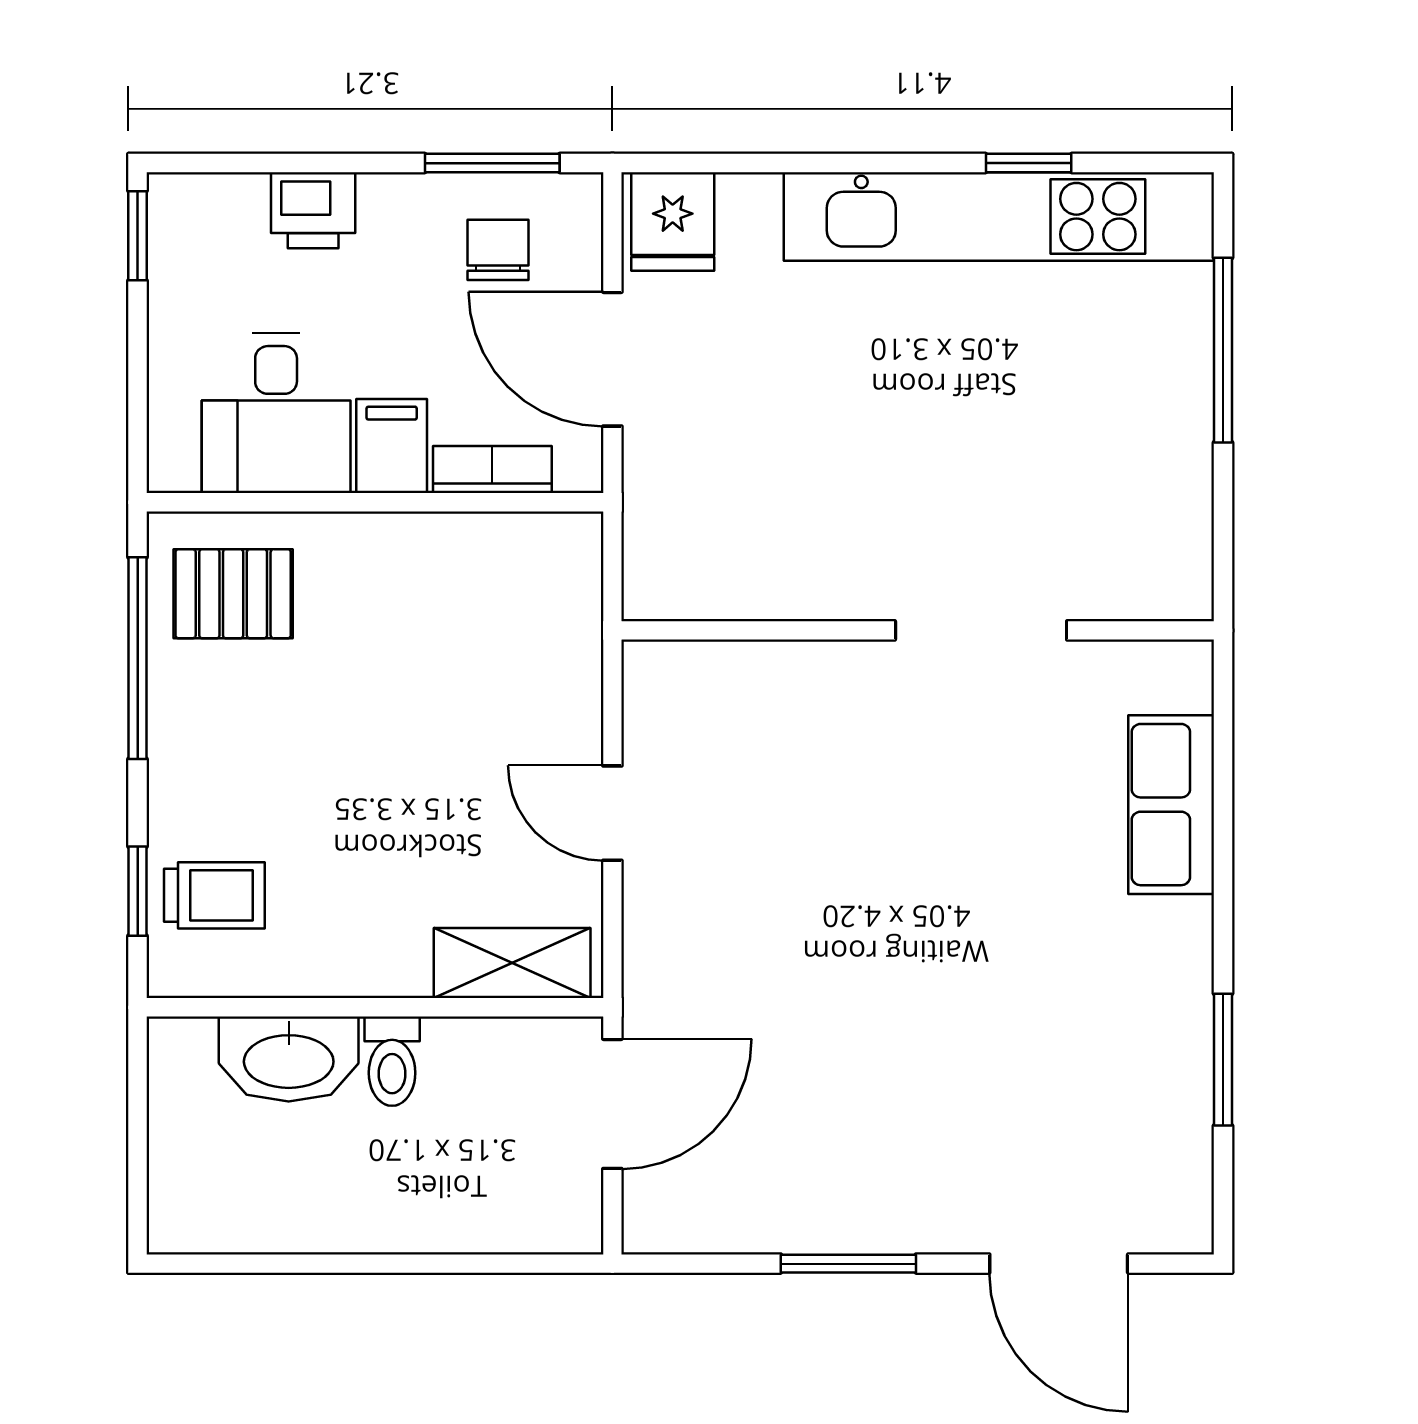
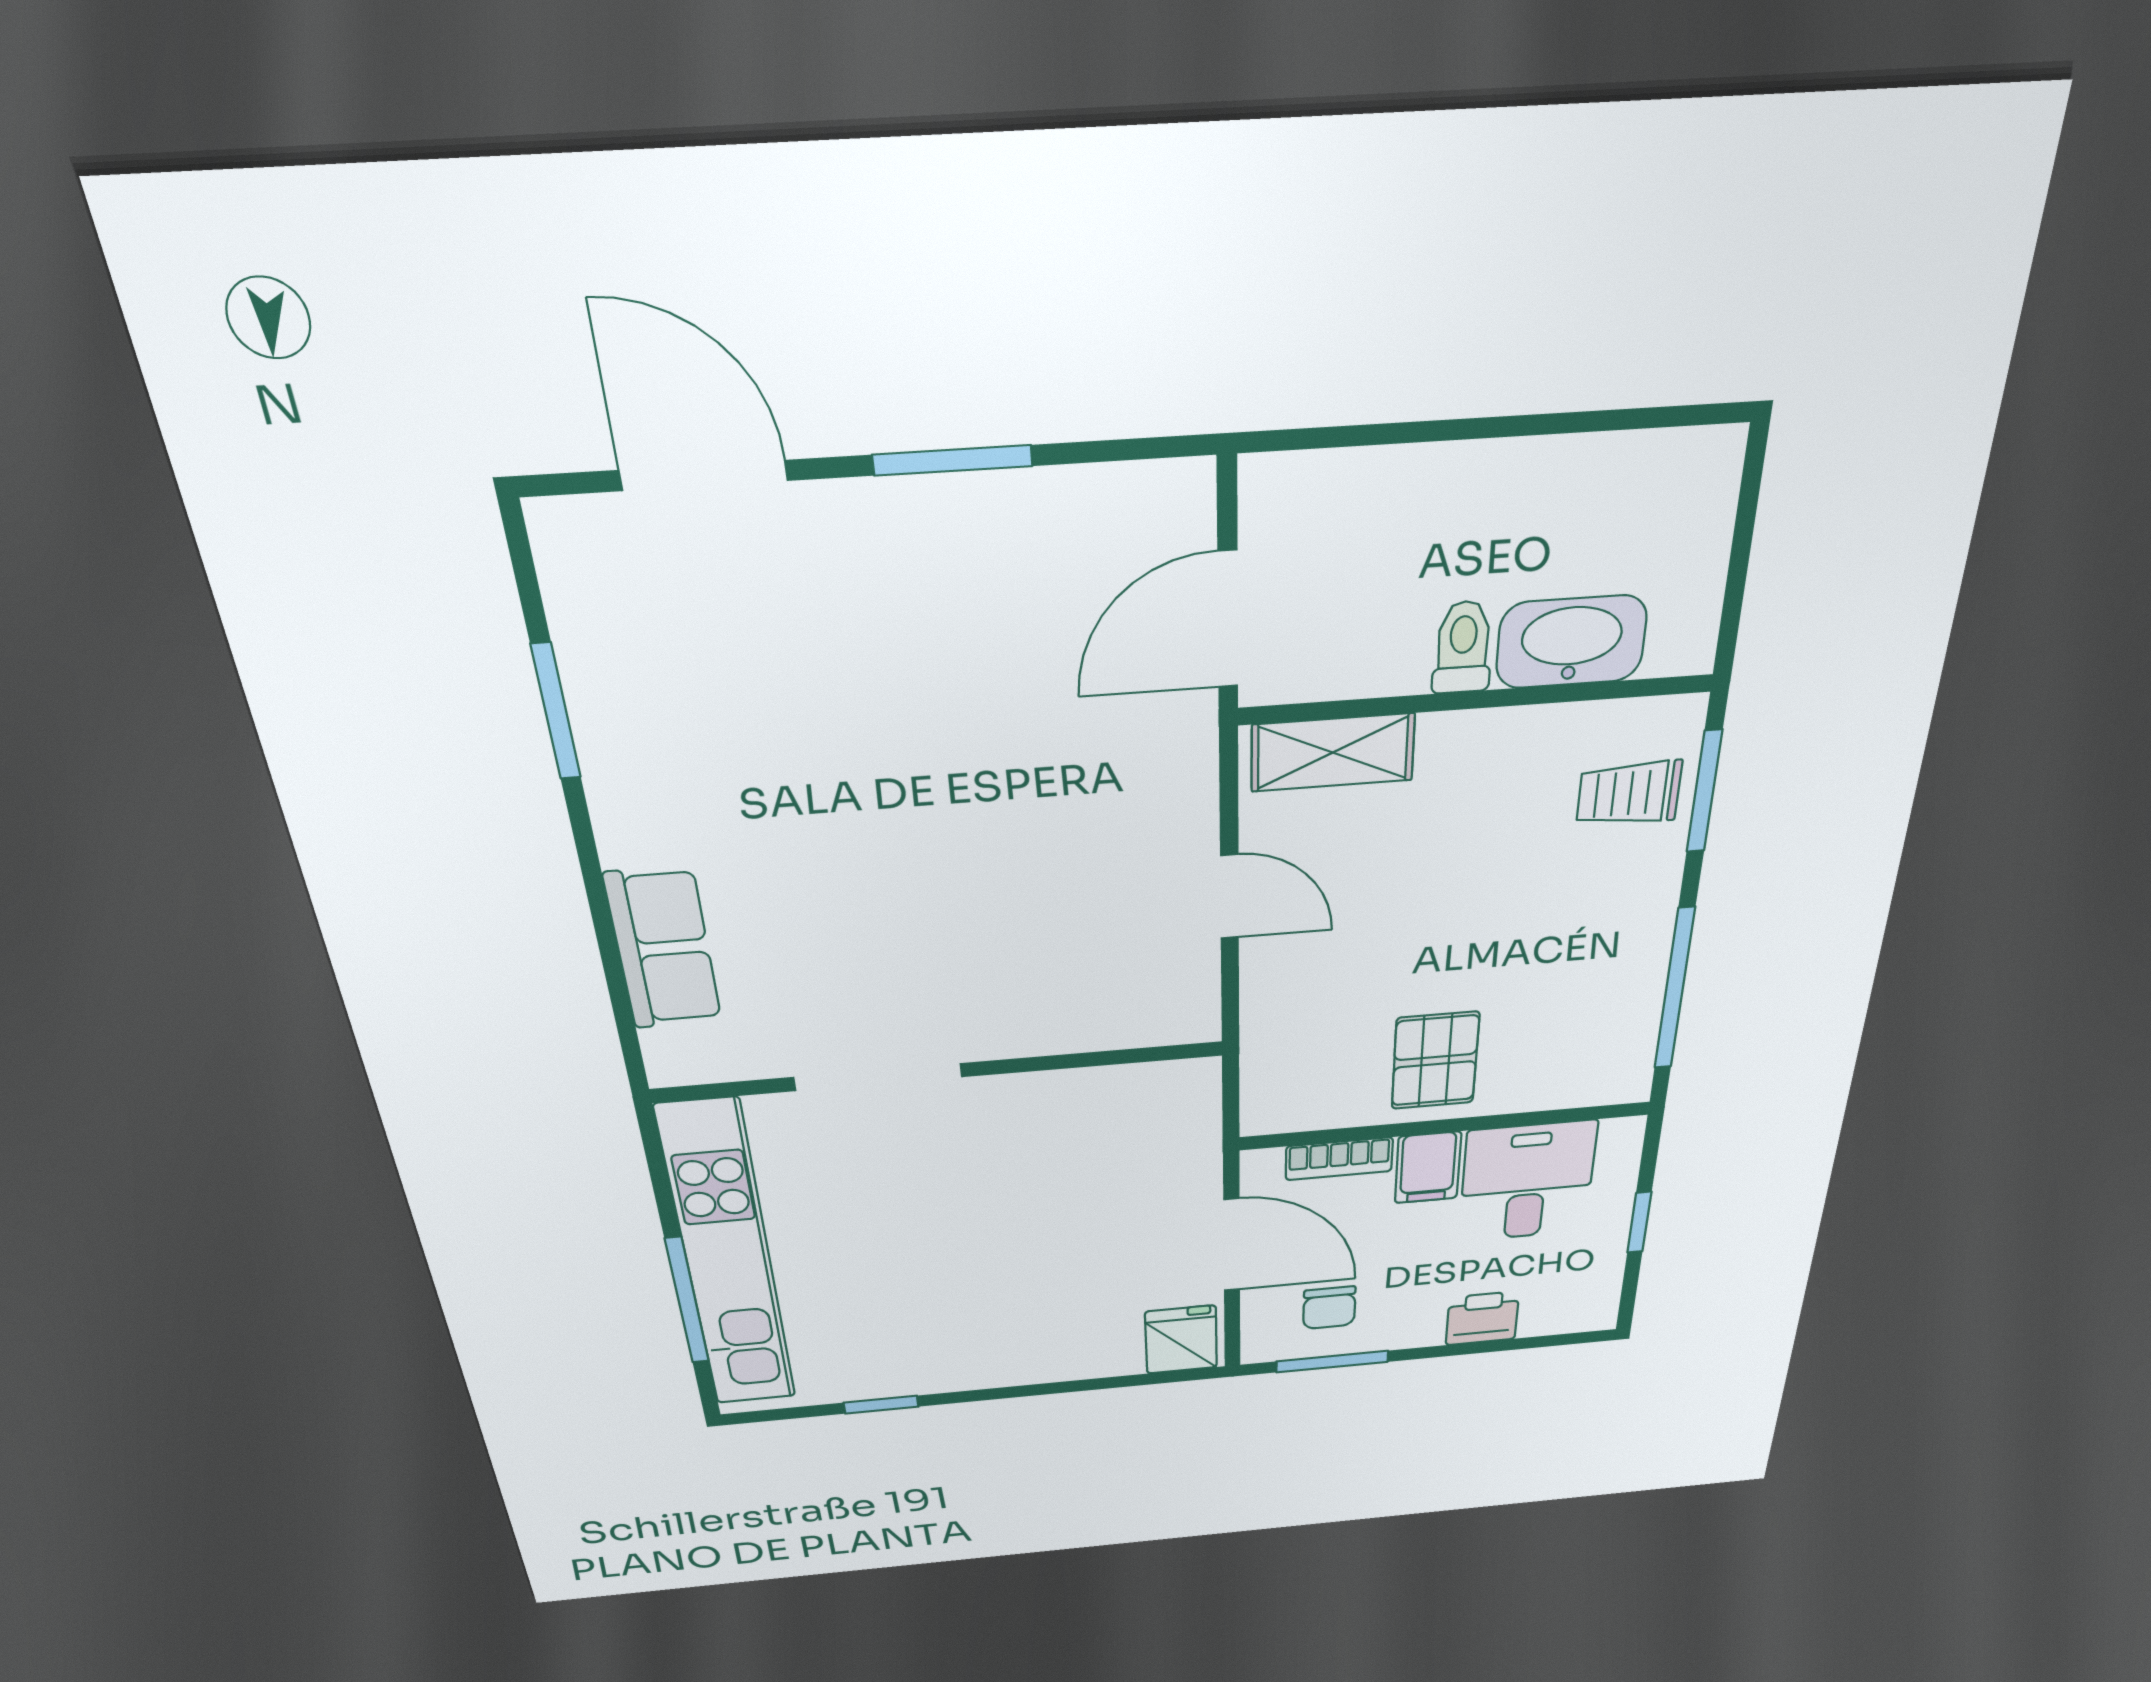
kitchen unit: (999, 217) -> (728, 1258), moved, turned 90
window: (138, 236) -> (1639, 1222), moved
pallet: (233, 594) -> (1435, 1061), moved, turned 90
window: (138, 891) -> (1704, 792), width x1.50

